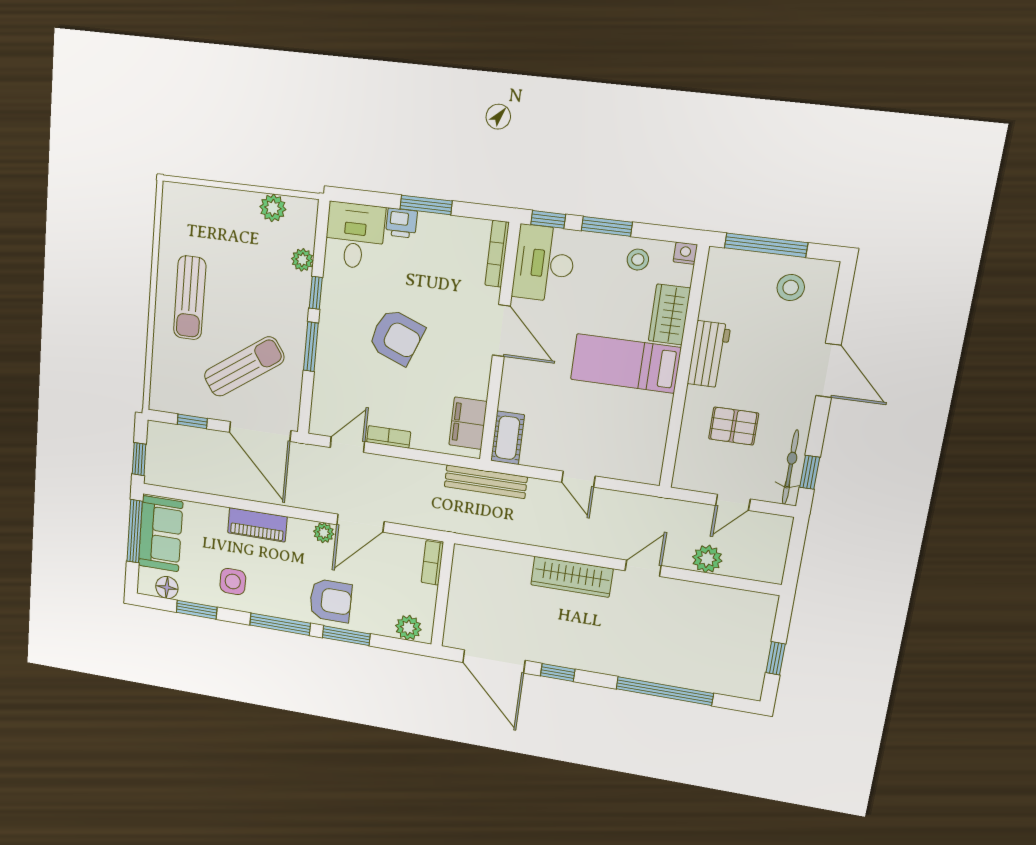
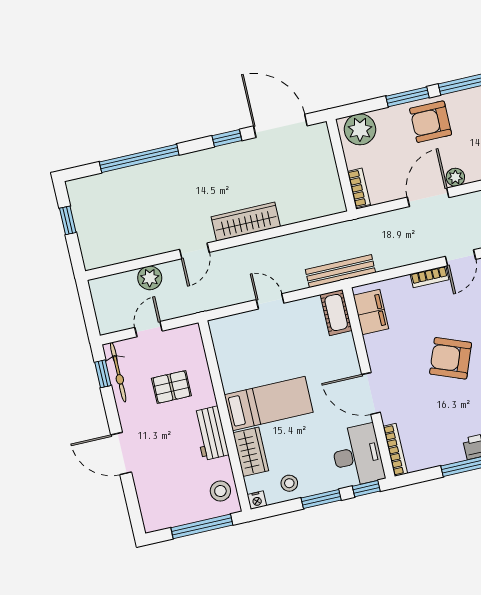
stool: (791, 288) -> (220, 491), moved
plant: (408, 628) -> (360, 129), width x1.36, depth x1.36

